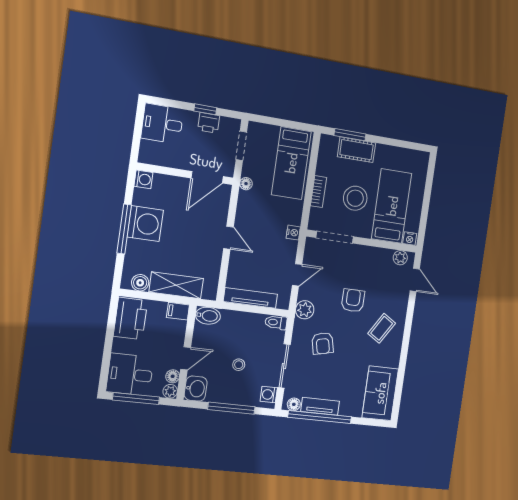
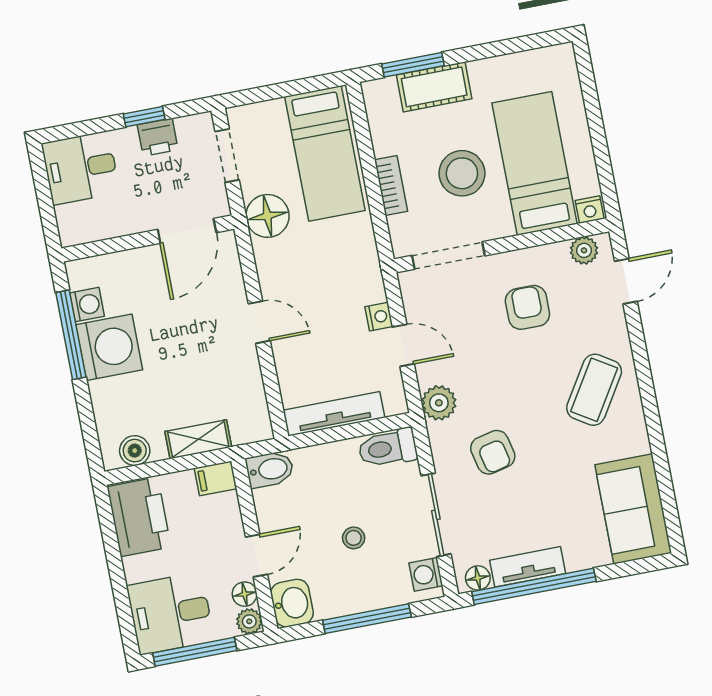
washing machine: (143, 179) -> (87, 305), moved
floor lamp: (246, 184) -> (267, 216), width x1.89, depth x1.89
window: (124, 229) -> (71, 335), moved
nightstand: (293, 233) -> (379, 317), moved
door: (297, 275) -> (403, 345), hinge flipped
door: (415, 280) -> (626, 281), hinge flipped
shelving: (176, 285) -> (198, 439), width x0.67, depth x0.75
armchair: (353, 300) -> (527, 307), moved
toilet: (276, 322) -> (388, 448), width x1.37, depth x1.39
coffee table: (382, 328) -> (594, 390), width x1.36, depth x1.30

